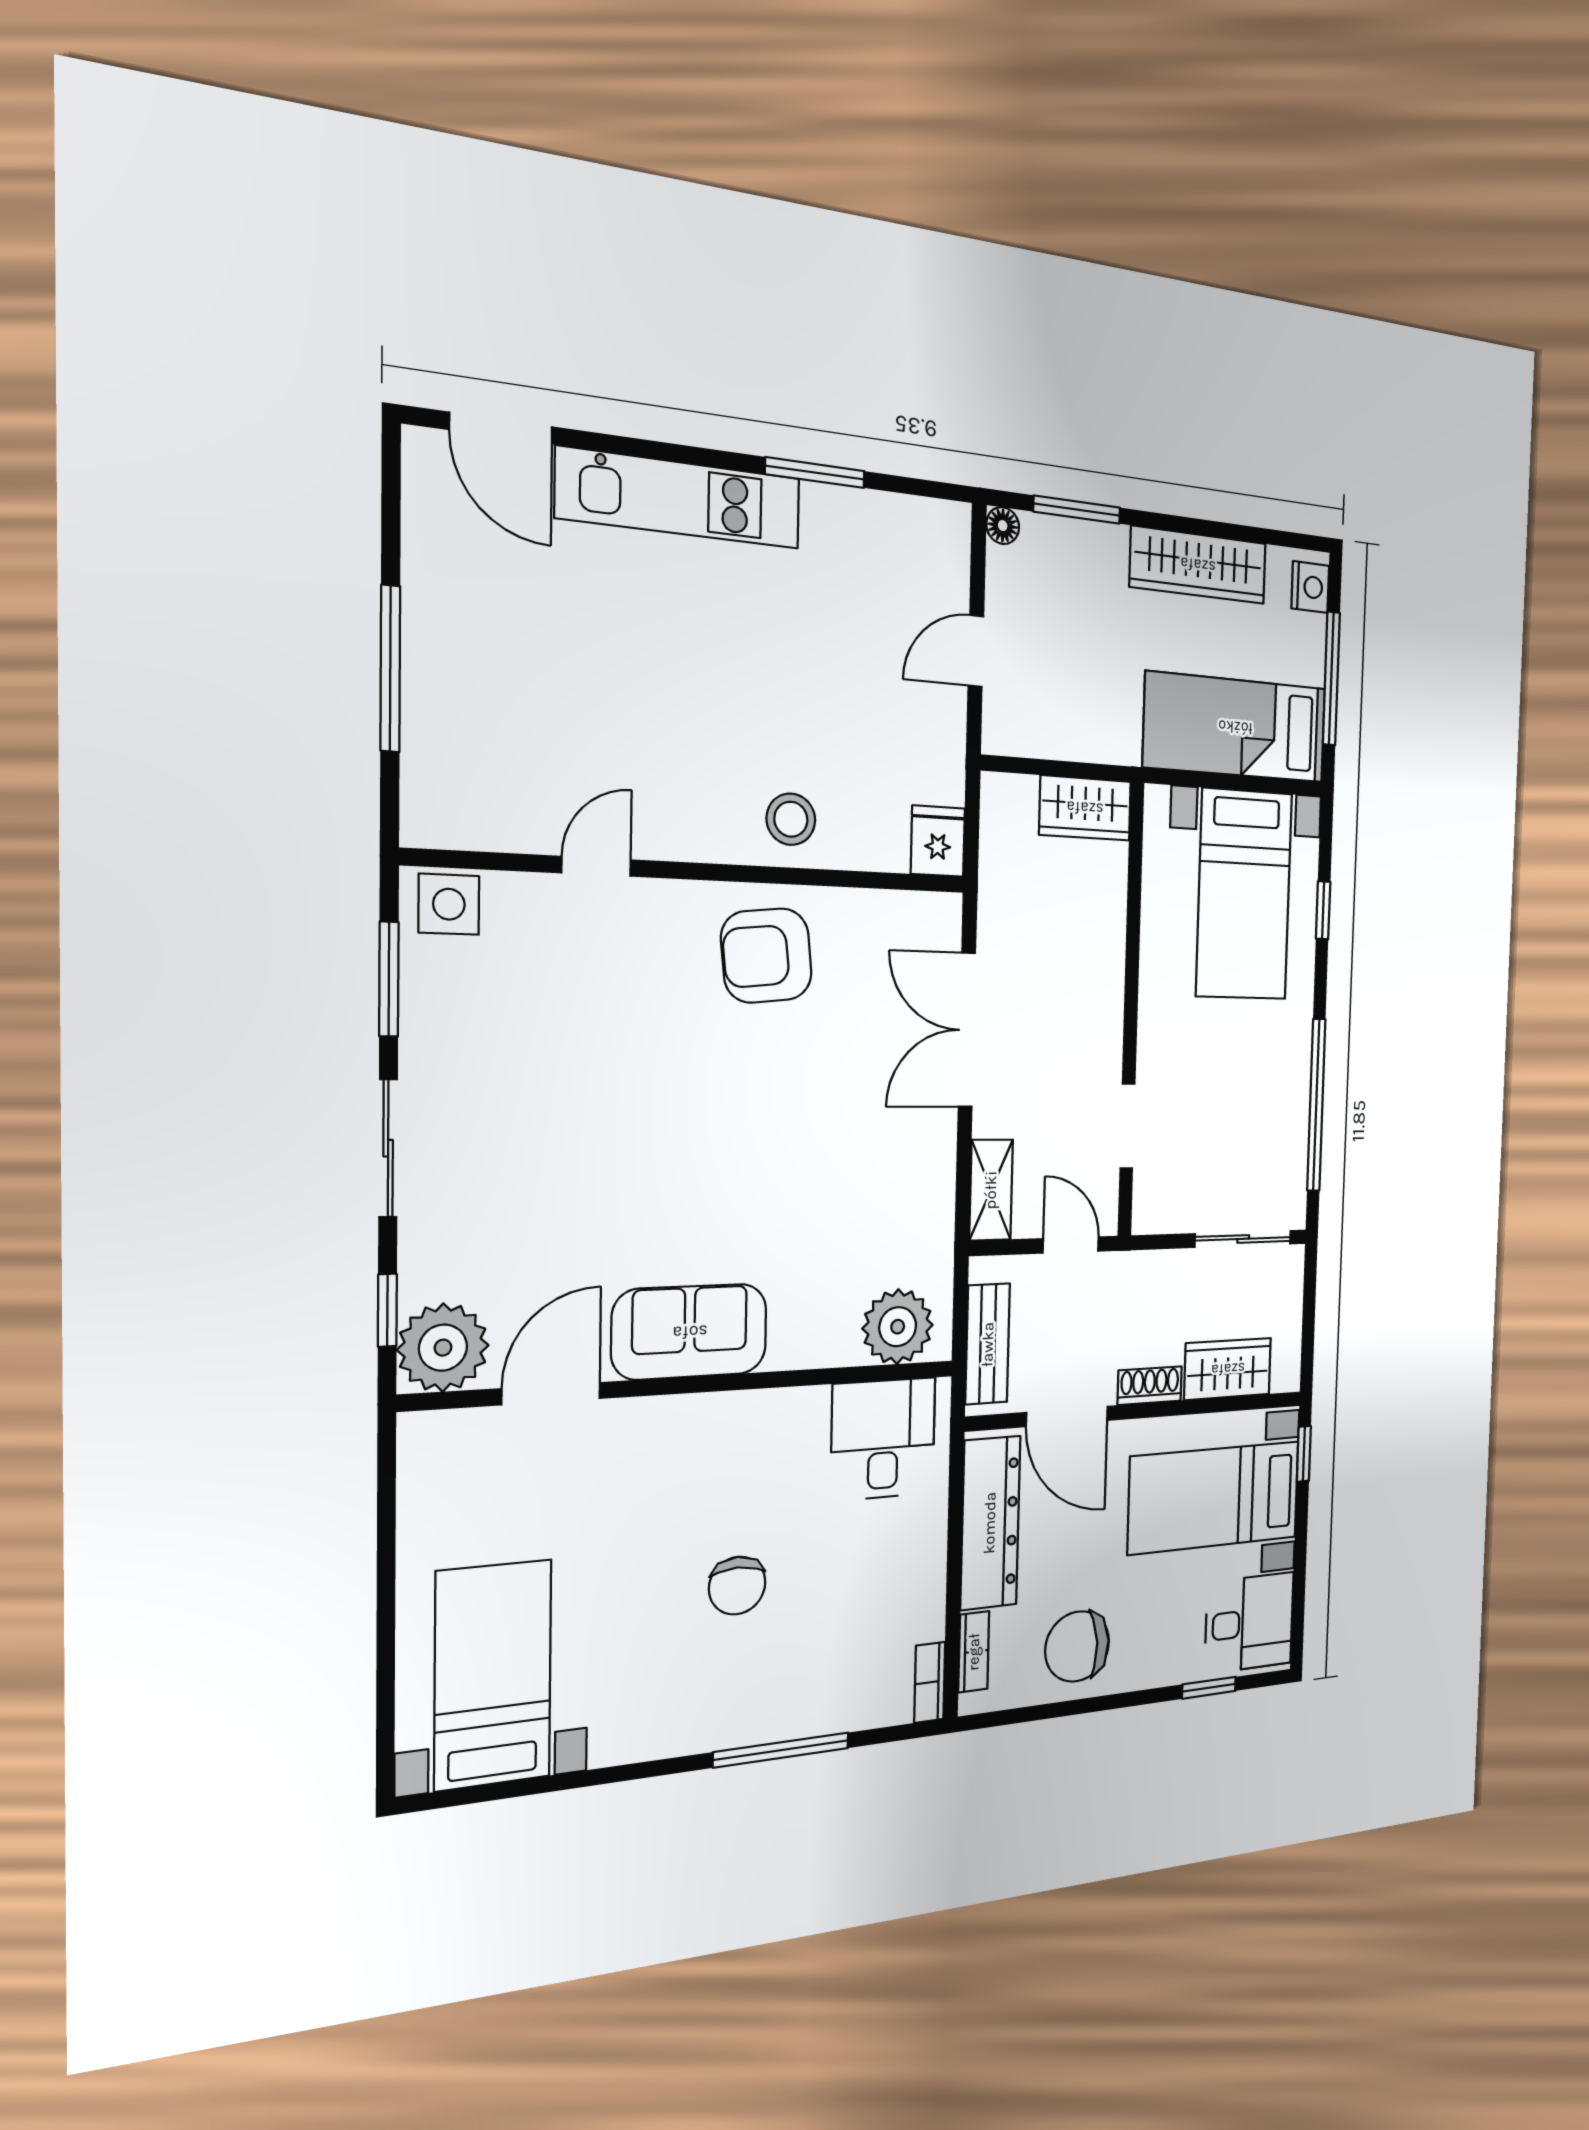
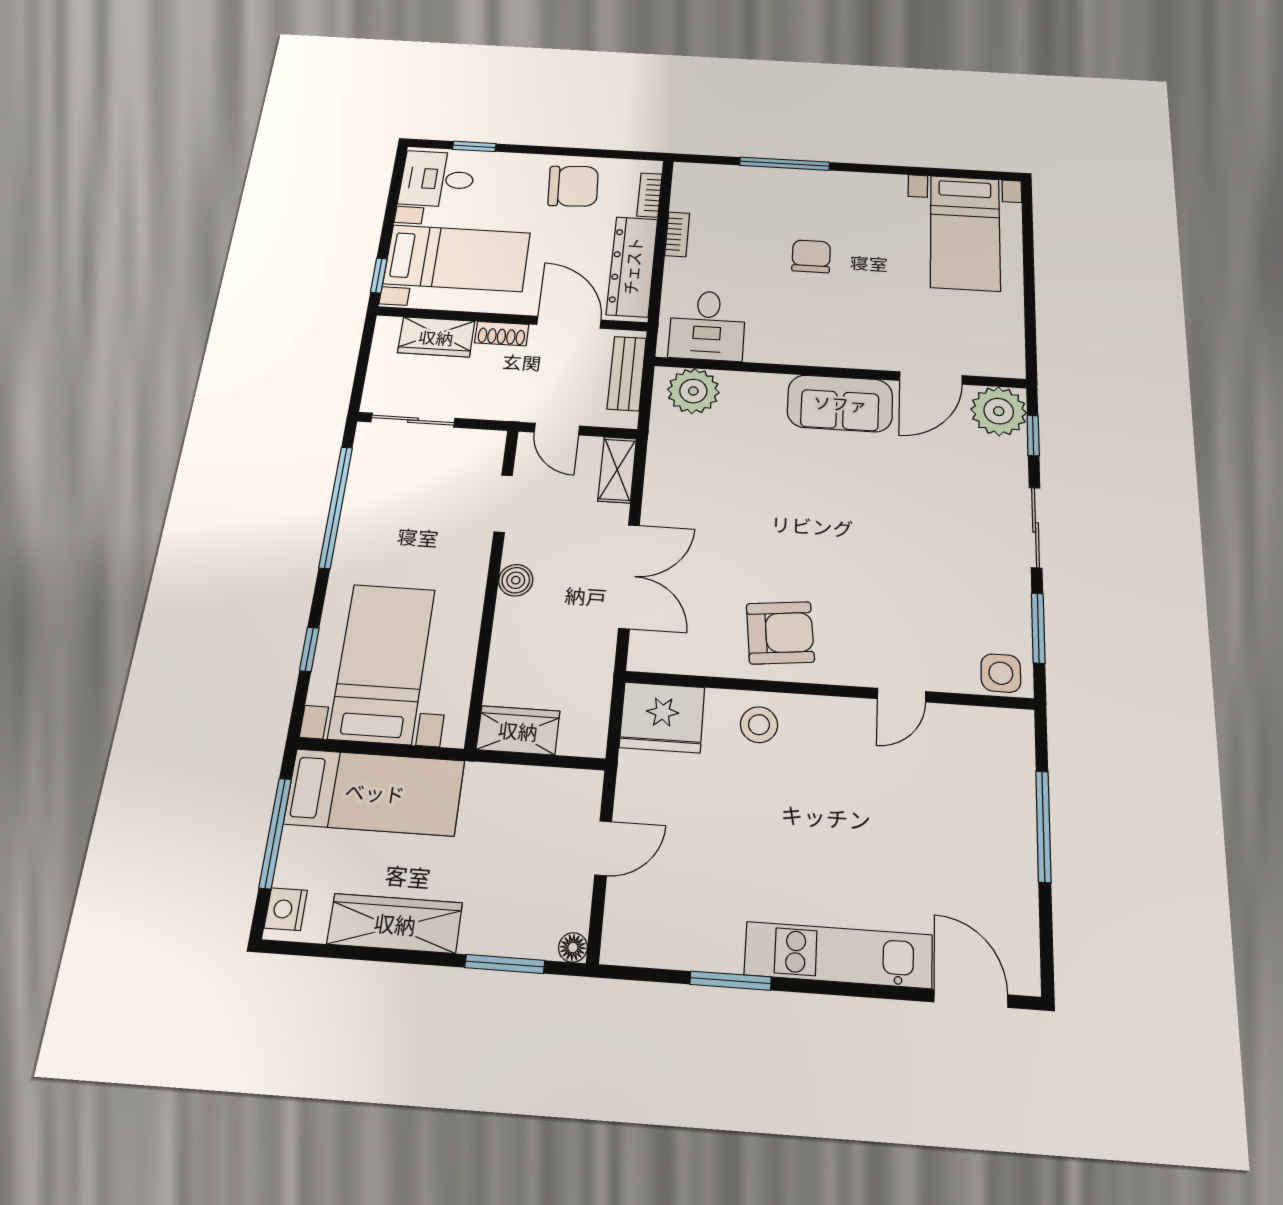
fridge: (938, 841) -> (662, 717), width x1.88, depth x1.34
boiler: (1104, 1016) -> (516, 580), added
bookcase: (930, 1682) -> (677, 234), moved

